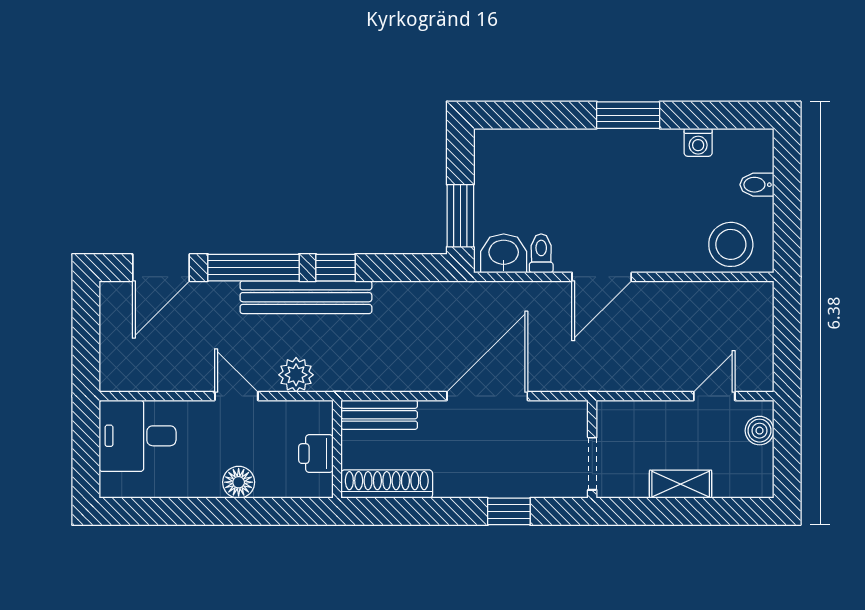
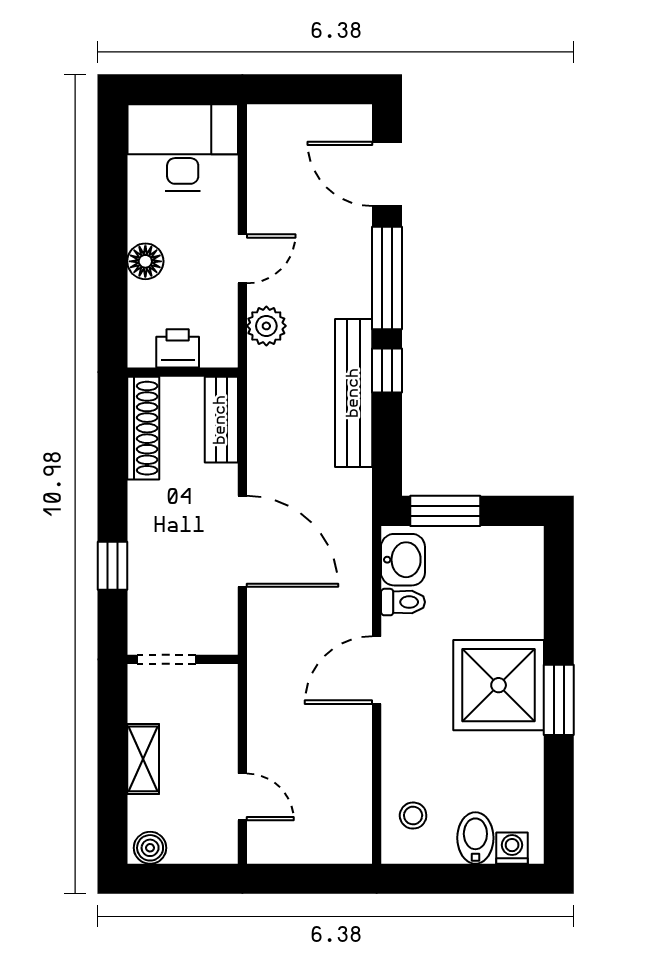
washing machine: (698, 142) -> (512, 848), moved, turned 90
shower: (615, 169) -> (499, 685), added
bidet: (757, 185) -> (475, 838), width x1.38, depth x1.36
stool: (731, 244) -> (413, 816), width x0.53, depth x0.53
door: (602, 277) -> (377, 670), hinge flipped
bench: (306, 297) -> (354, 393), moved
boiler: (759, 431) -> (150, 848), moved
desk: (138, 436) -> (183, 148), width x1.37

